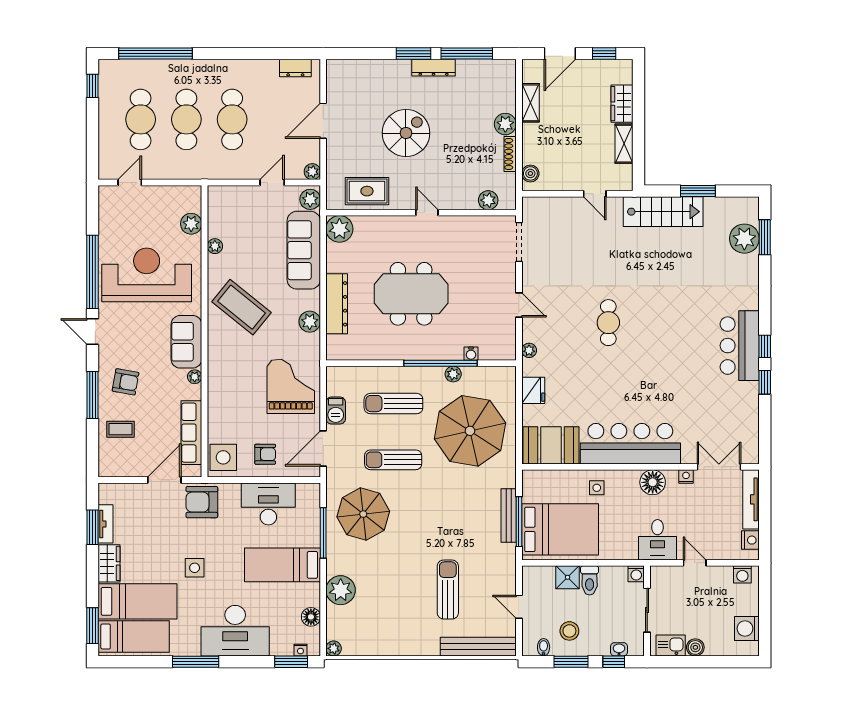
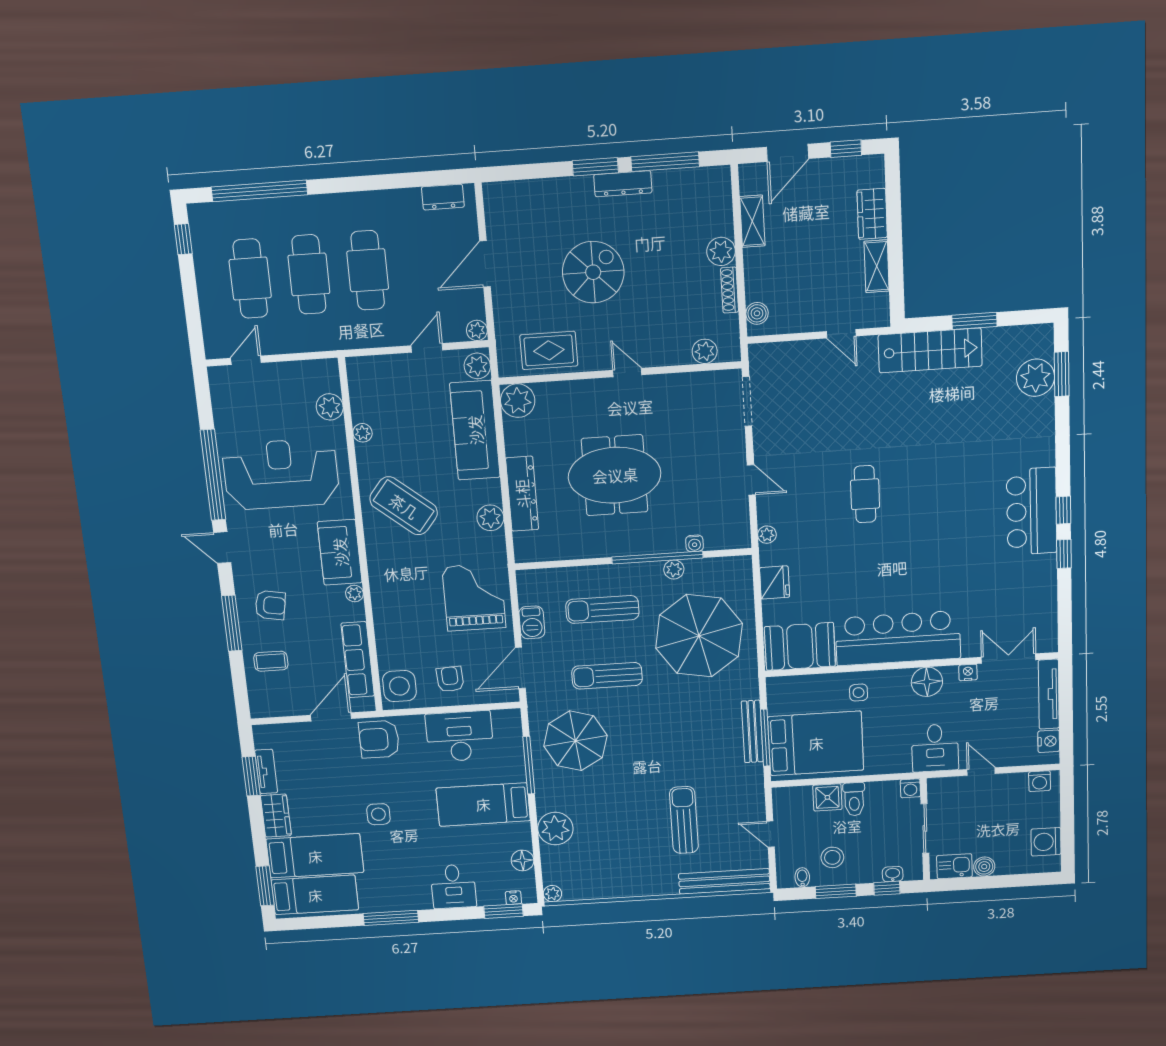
armchair: (265, 454) -> (450, 679), turned -93
desk: (235, 631) -> (453, 886), width x0.53, depth x0.77

